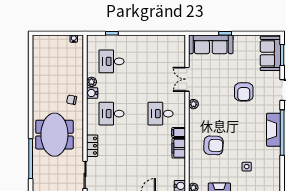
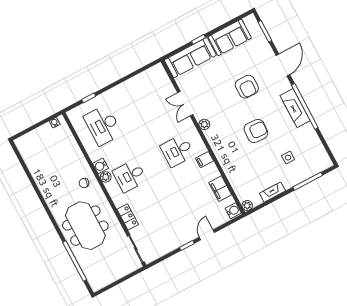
sofa: (270, 53) -> (230, 37), moved, turned -90
desk: (111, 61) -> (103, 125), width x1.37
plant: (92, 82) -> (106, 177), moved
armchair: (213, 145) -> (256, 131), moved
filing cabinet: (179, 148) -> (220, 189), moved

